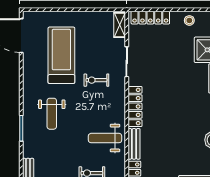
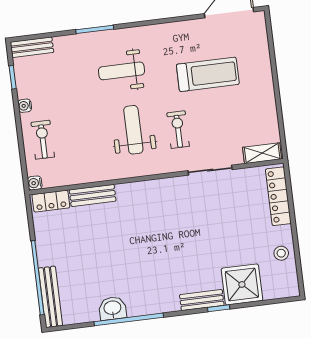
treadmill: (61, 55) -> (208, 74), width x0.73, depth x0.73
locker: (135, 106) -> (147, 190), removed
weight bench: (105, 138) -> (133, 130), moved

